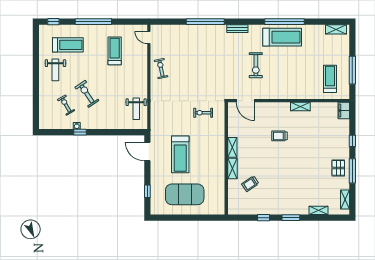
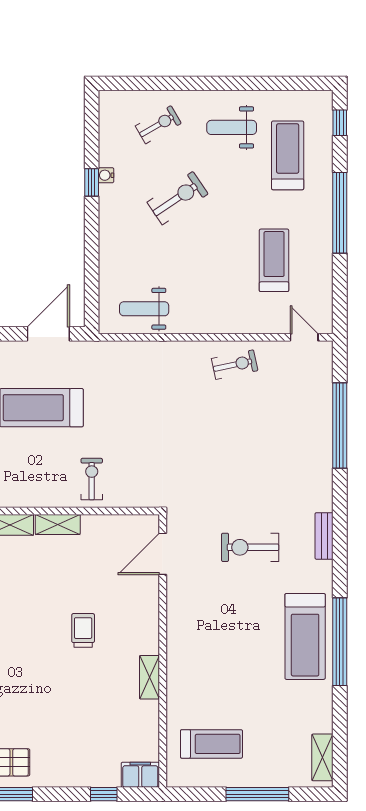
window: (205, 22) -> (340, 425), moved
door: (149, 38) -> (304, 337), hinge flipped
treadmill: (68, 45) -> (288, 155), turned 180
treadmill: (115, 51) -> (274, 260), turned -90
exercise bike: (256, 65) -> (250, 547), moved
window: (352, 70) -> (257, 794), moved
exercise bike: (66, 105) -> (158, 125), moved
exercise bike: (203, 113) -> (92, 479), moved
window: (352, 141) -> (104, 794), moved

